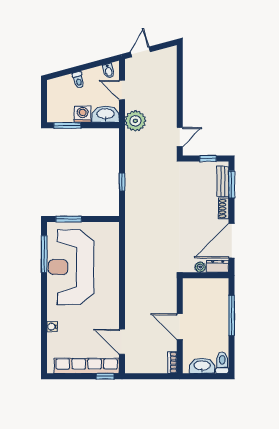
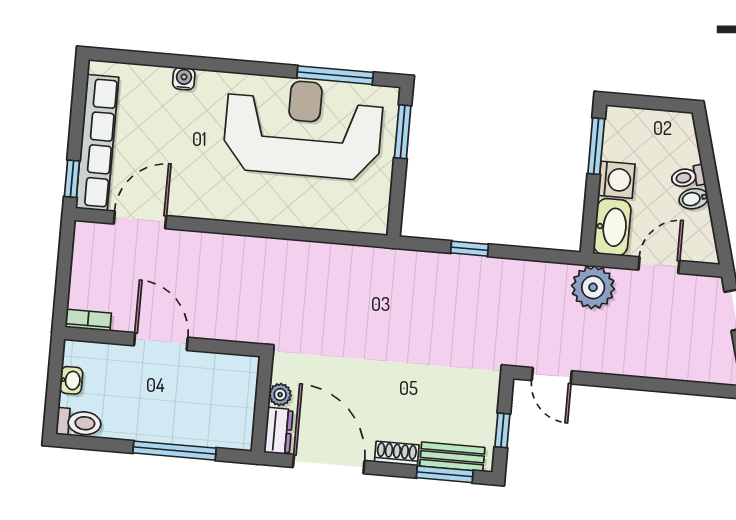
bidet: (108, 71) -> (694, 199), moved
door: (180, 327) -> (161, 342), hinge flipped
washbasin: (202, 366) -> (71, 380), width x0.52, depth x0.69

